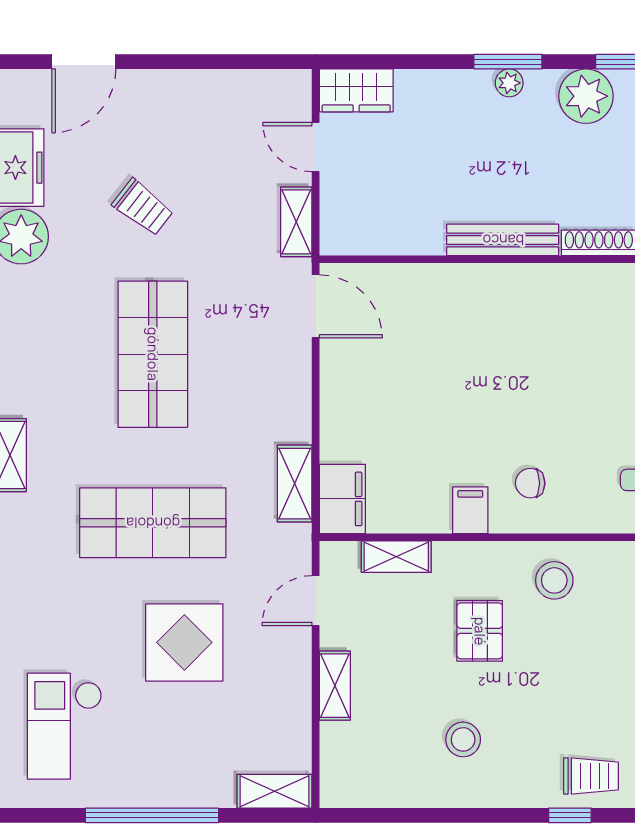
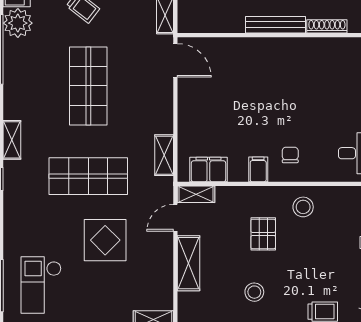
chair: (530, 483) -> (290, 155), turned 90
filing cabinet: (342, 499) -> (208, 170), moved, turned -90
shelving: (396, 557) -> (196, 194), moved
shelving: (335, 686) -> (188, 263), width x1.50, depth x1.33

